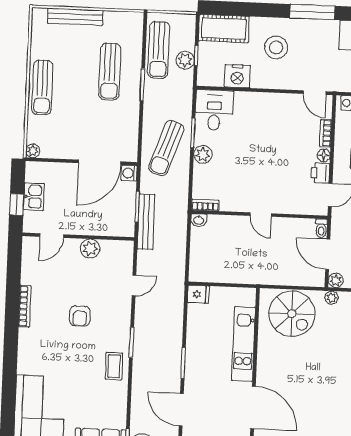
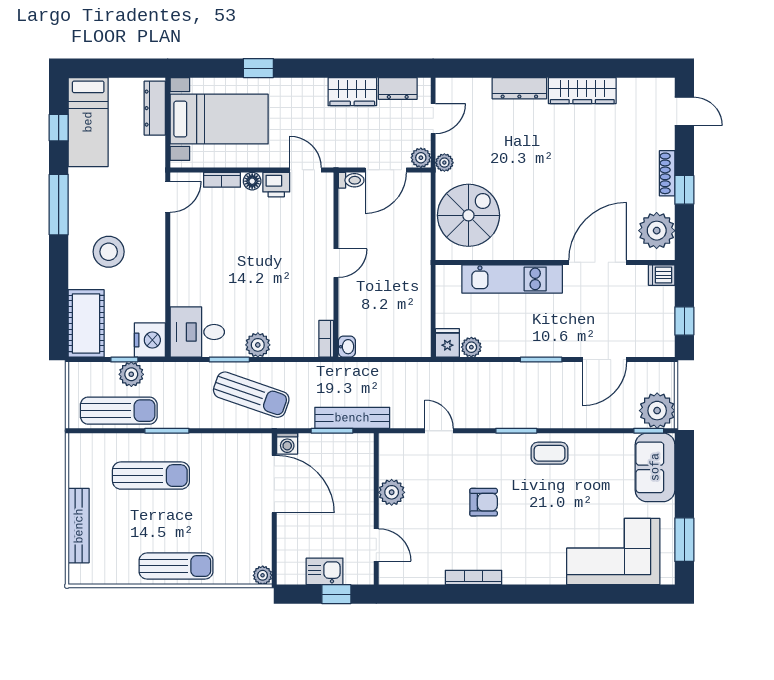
nightstand: (237, 76) -> (150, 340), moved
plant: (194, 312) -> (471, 347), added

